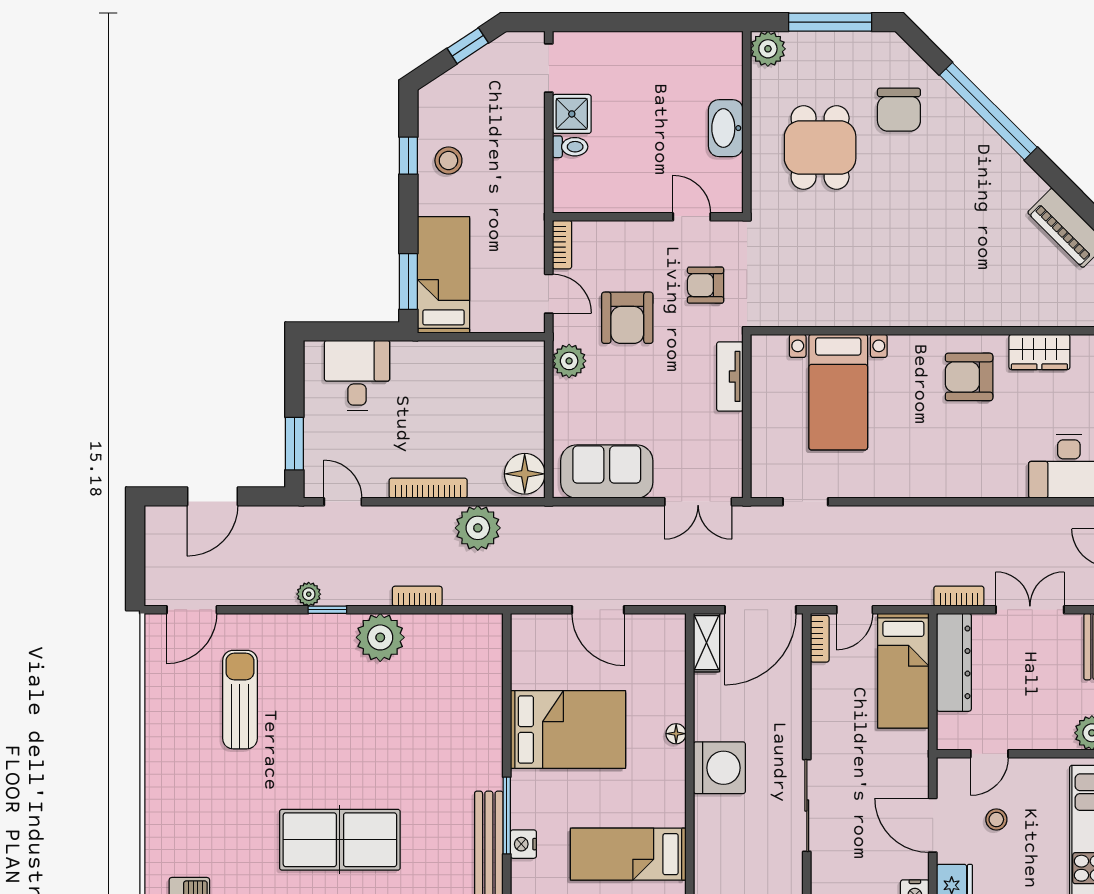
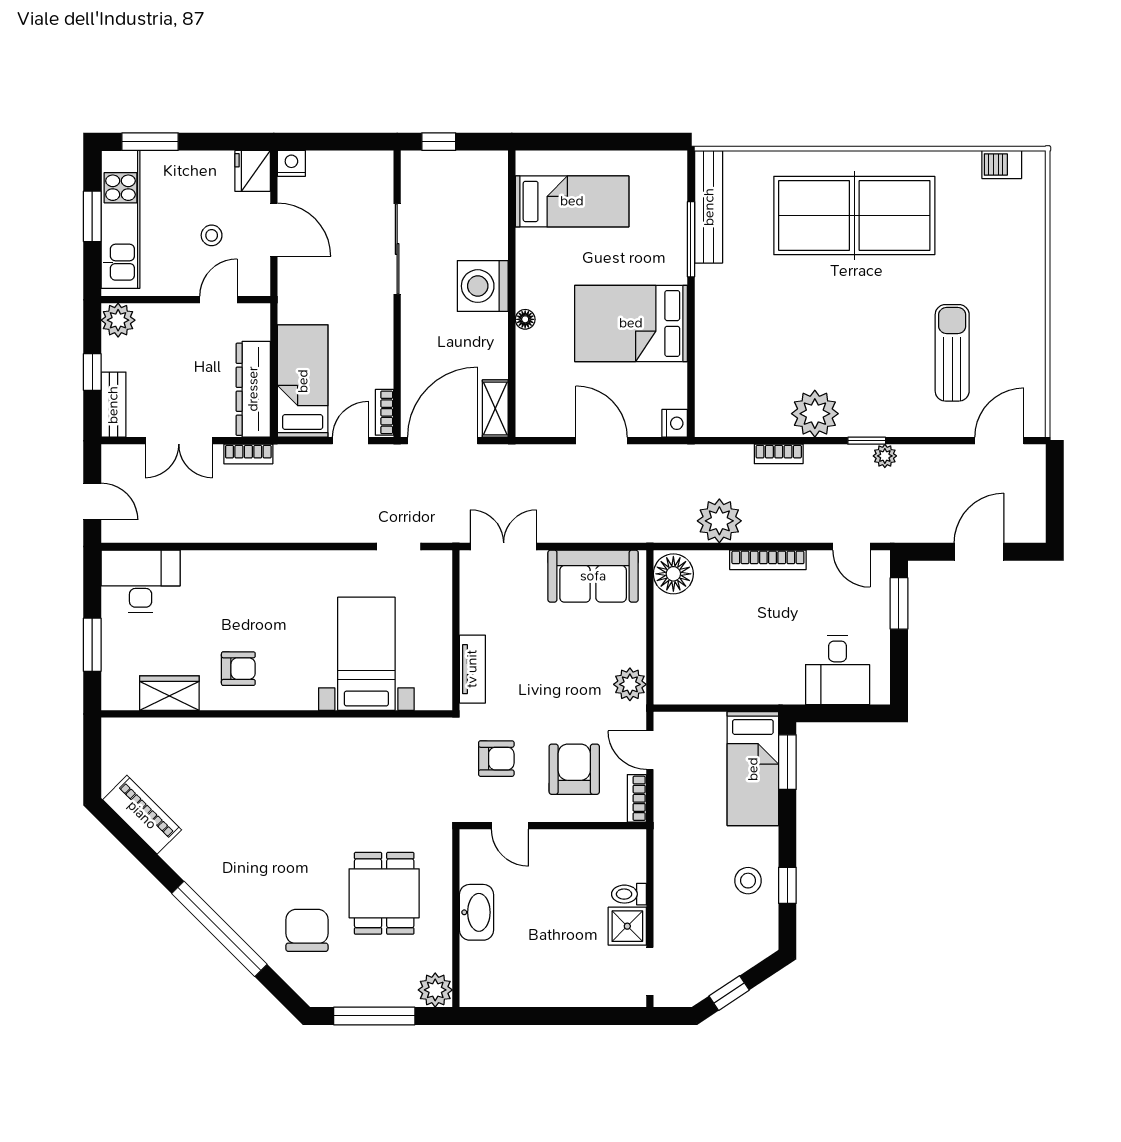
armchair: (627, 318) -> (574, 769), moved
armchair: (969, 377) -> (238, 669), width x0.72, depth x0.72
sun lounger: (240, 700) -> (952, 353), turned 180
table tennis table: (340, 840) -> (854, 216), width x1.36, depth x1.32
nightstand: (523, 844) -> (675, 423), moved

